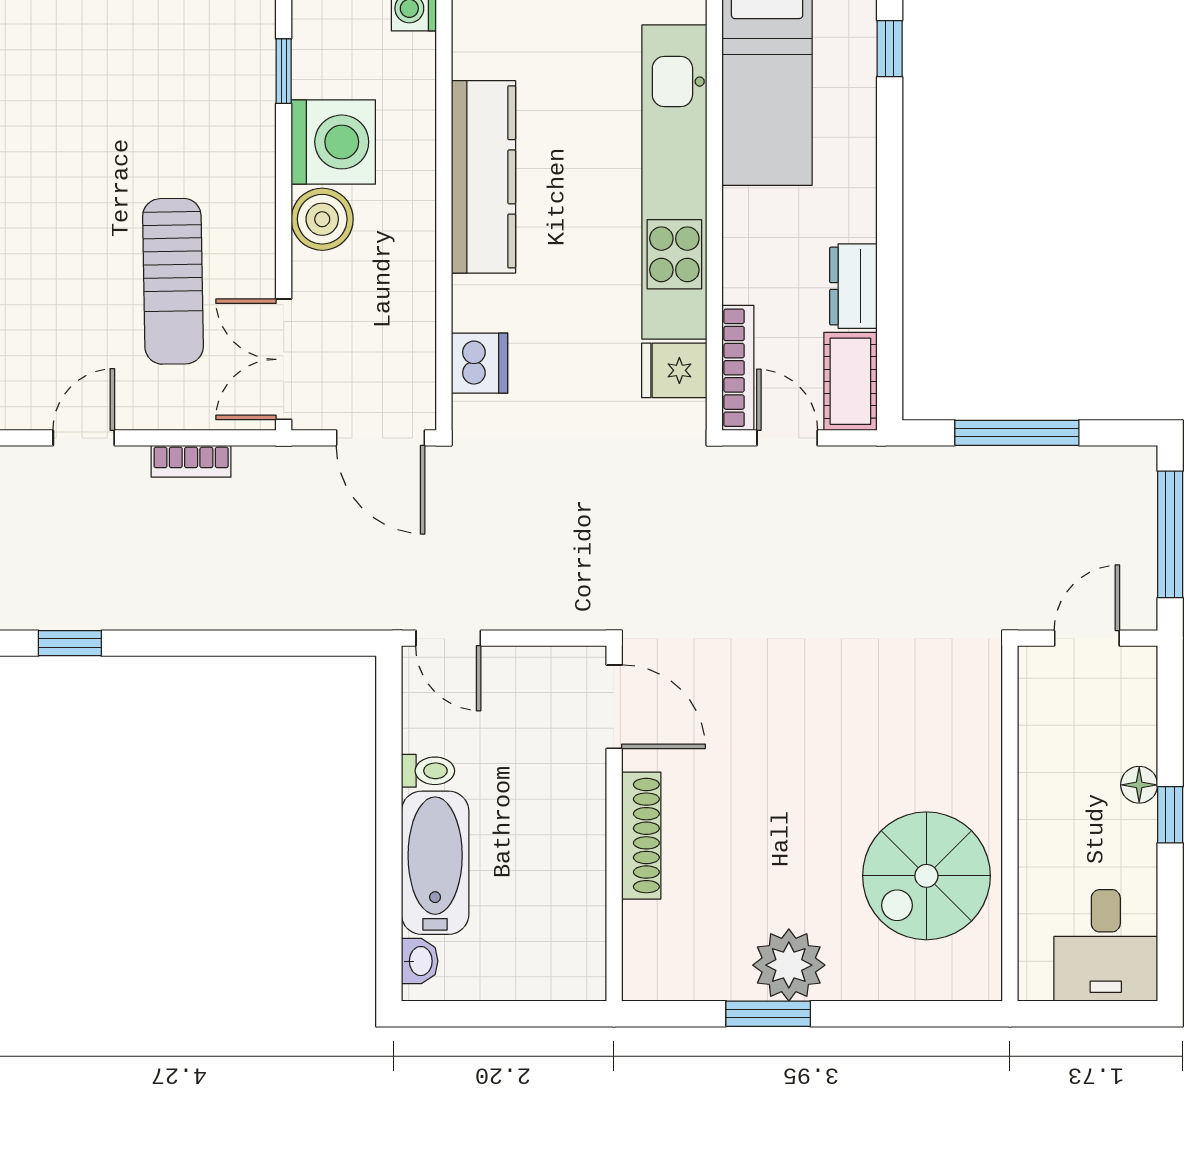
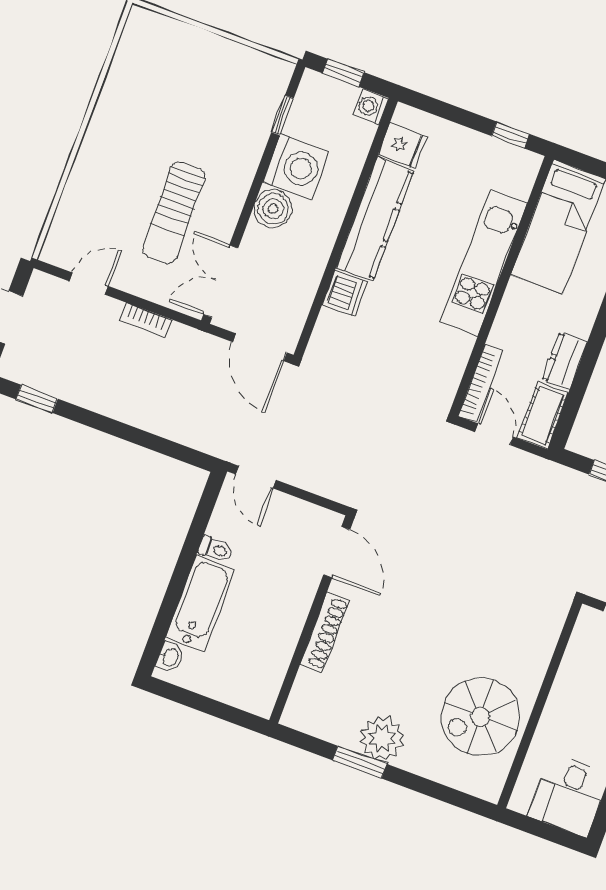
kitchen unit: (674, 182) -> (484, 263), width x0.73
dishwasher: (480, 363) -> (345, 293), moved
fridge: (674, 370) -> (403, 146), moved, turned 180

